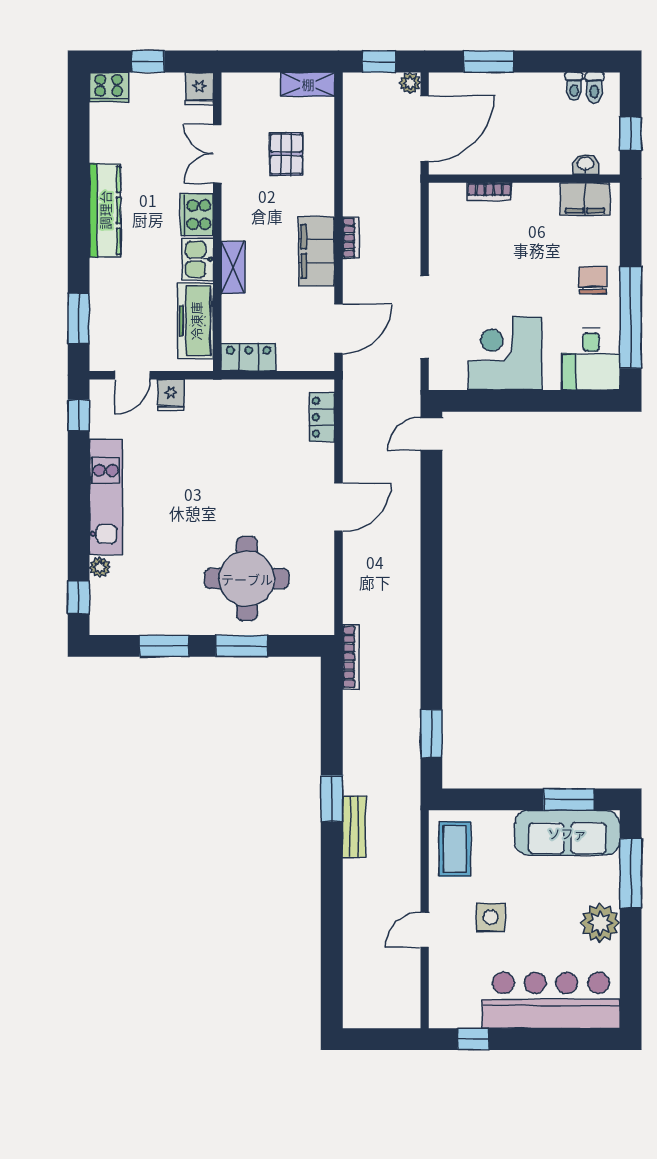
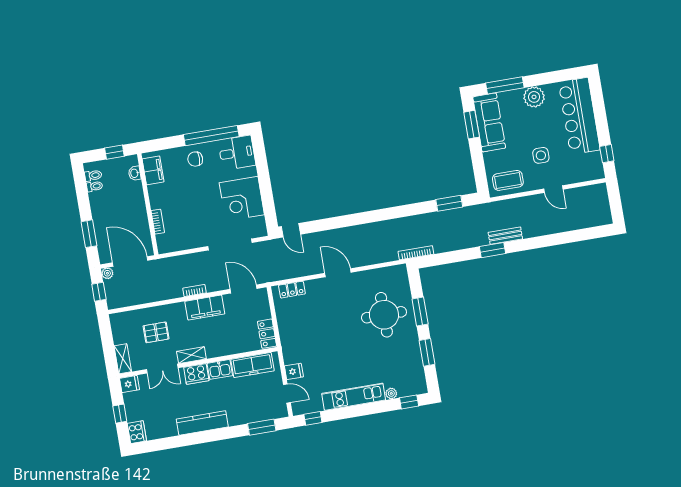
shelving: (308, 84) -> (123, 359), moved
shelving: (233, 267) -> (191, 355), moved

